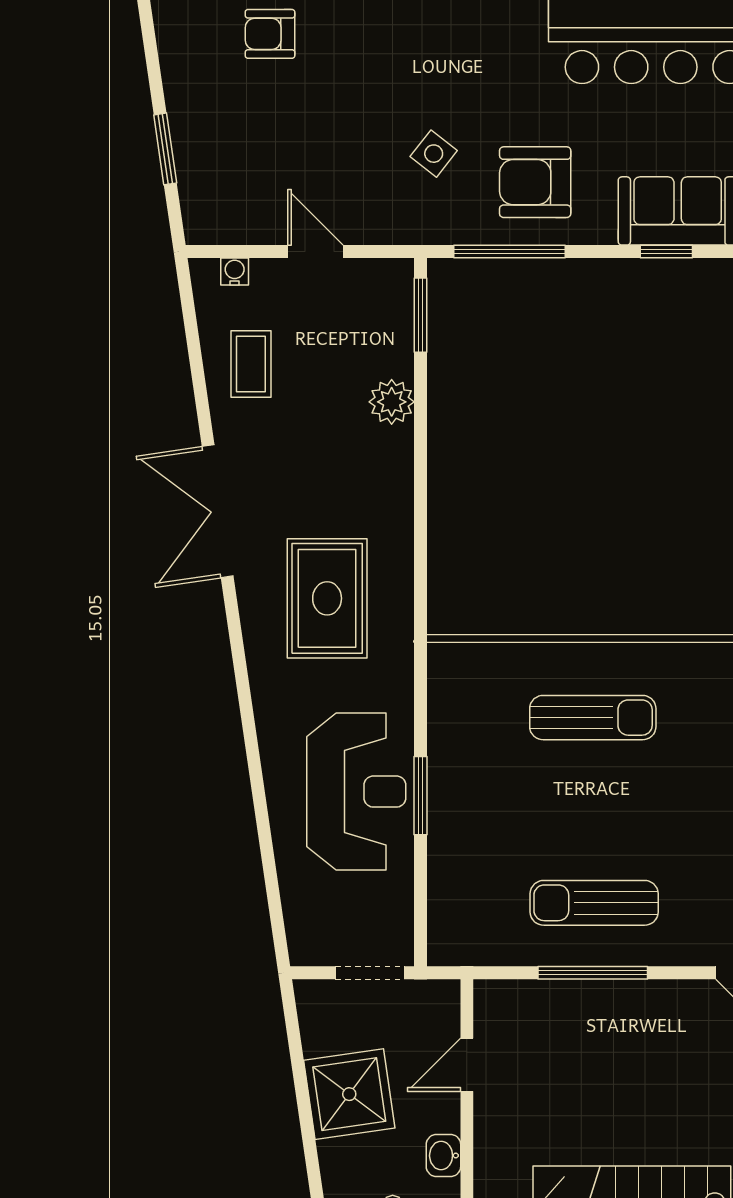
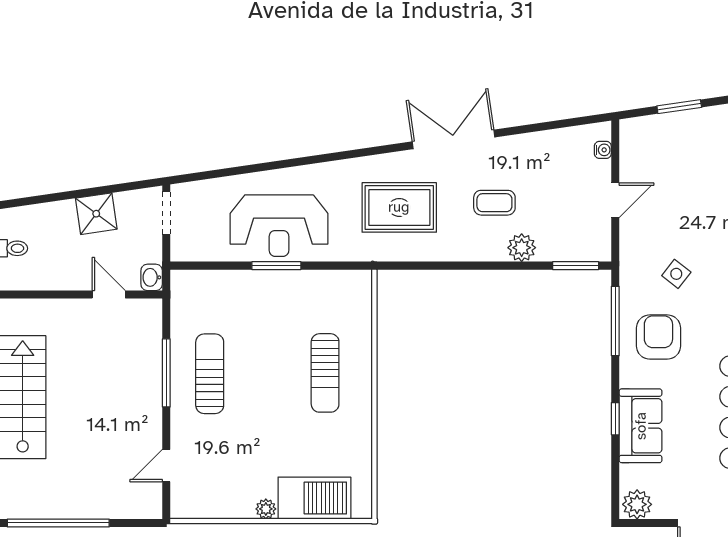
coffee table: (251, 364) -> (494, 203), moved
doorway: (370, 973) -> (166, 213), moved
shower: (349, 1094) -> (96, 214), width x0.73, depth x0.73
washbasin: (443, 1156) -> (152, 277), moved, turned -90

